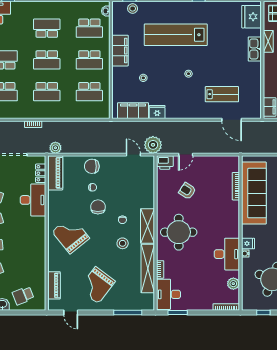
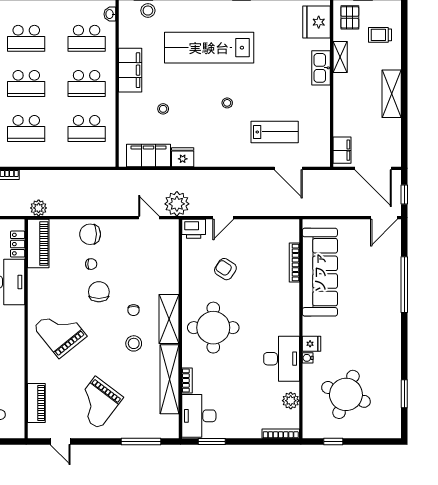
school desk: (47, 28) -> (26, 38), turned 180

